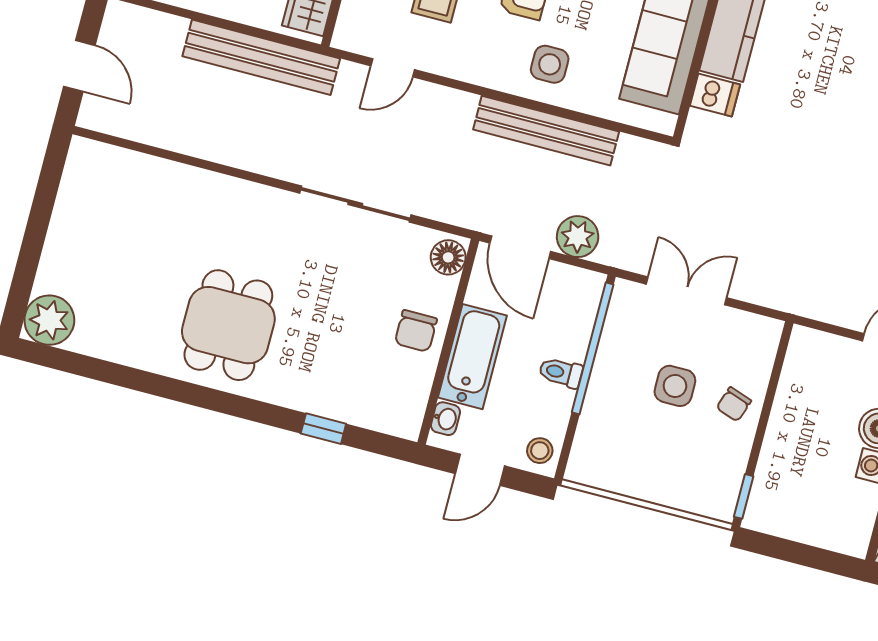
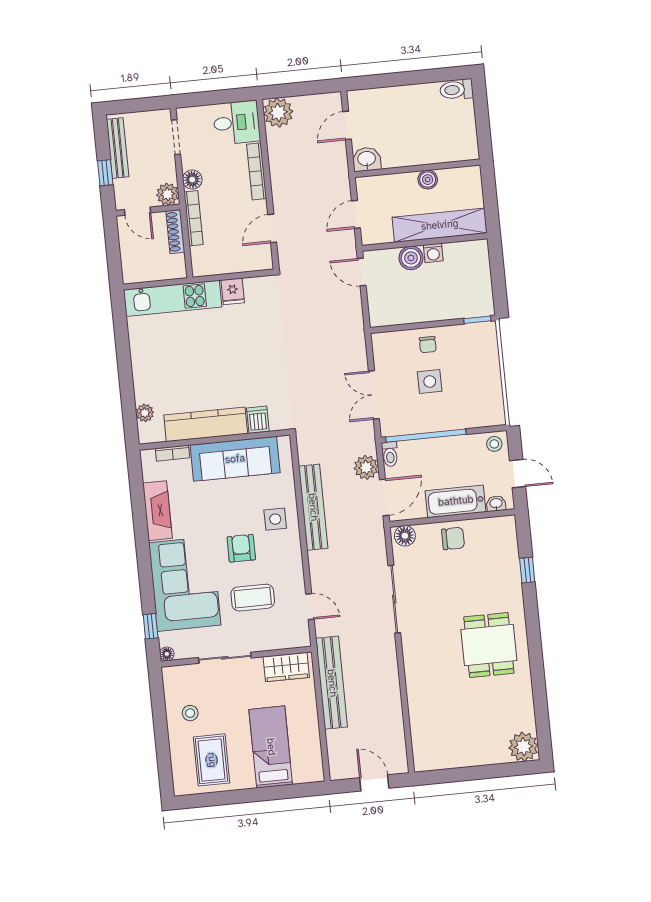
door: (79, 66) -> (374, 783), hinge flipped
dining table: (228, 325) -> (489, 645), turned 90
toilet: (561, 373) -> (390, 454), moved
chair: (734, 404) -> (428, 345), turned 71

